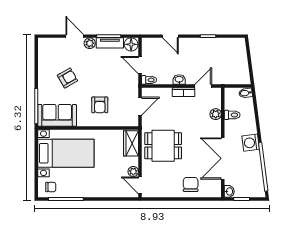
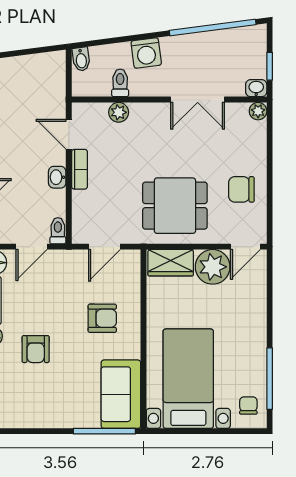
armchair: (67, 78) -> (36, 349), moved, turned -150
door: (140, 106) -> (104, 247), swing flipped
washing machine: (251, 143) -> (146, 53), moved
dining table: (163, 146) -> (175, 206), turned 90
double door: (223, 158) -> (198, 100), width x0.73
plant: (133, 172) -> (213, 267), width x1.88, depth x1.88
chair: (191, 184) -> (241, 189), moved
plant: (216, 192) -> (258, 111), added

